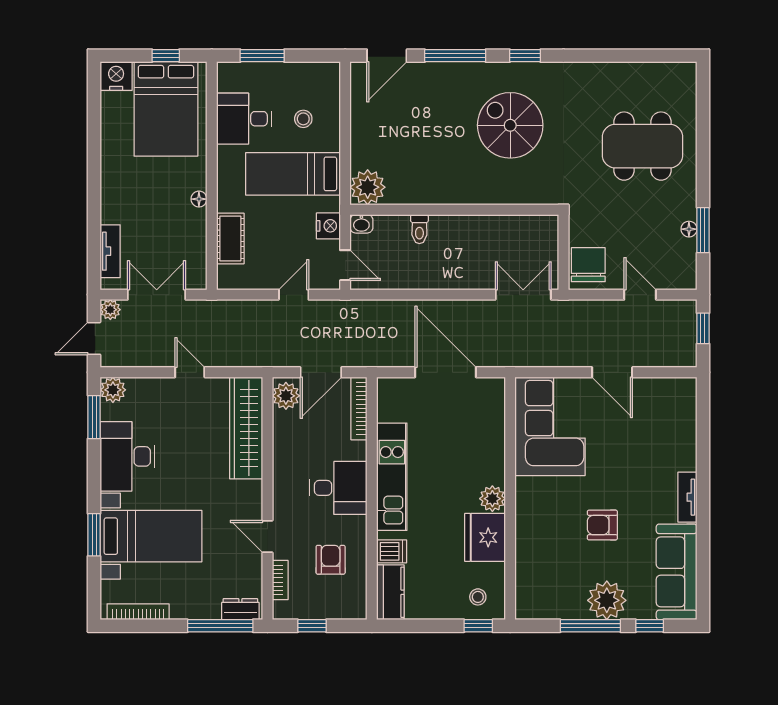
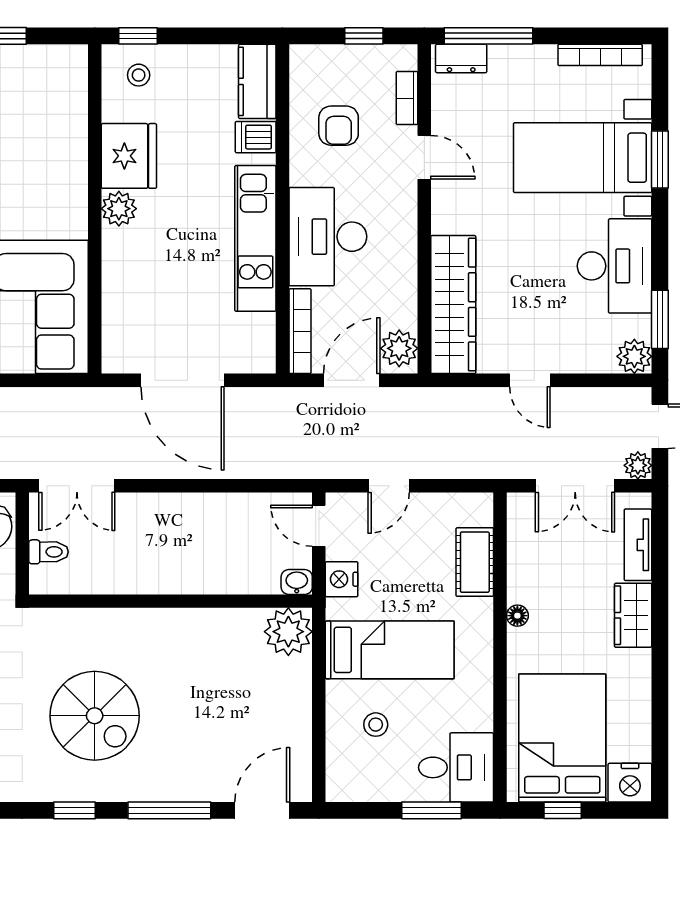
desk: (244, 119) -> (456, 767), moved
wardrobe: (114, 199) -> (633, 615), added
toilet: (419, 229) -> (49, 552), moved, turned 90
desk: (338, 488) -> (328, 237), width x1.37

